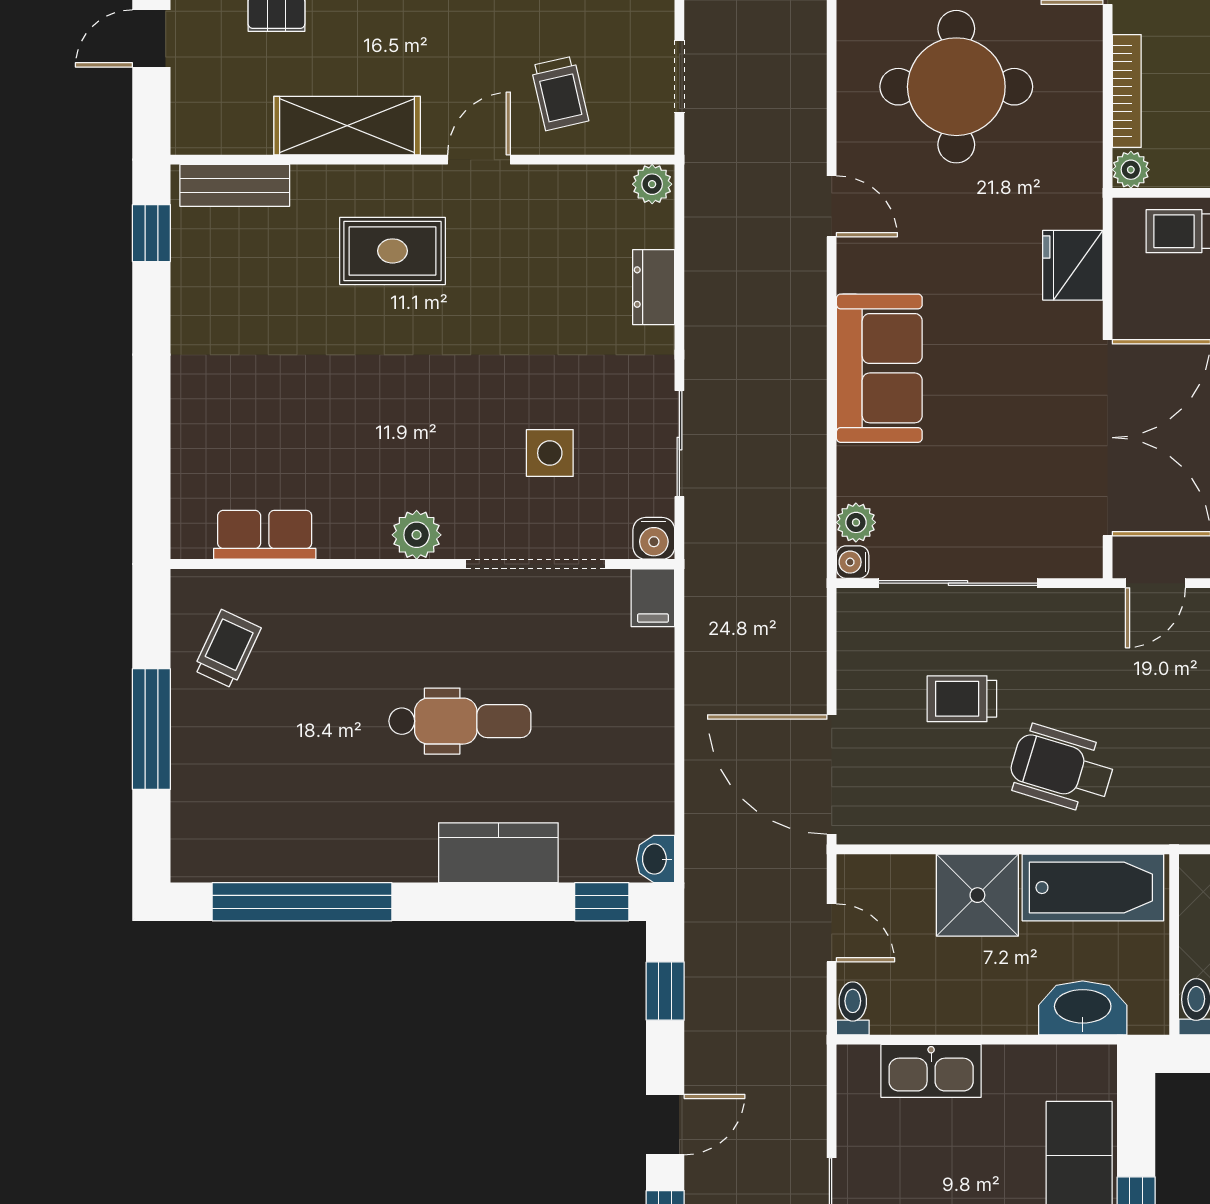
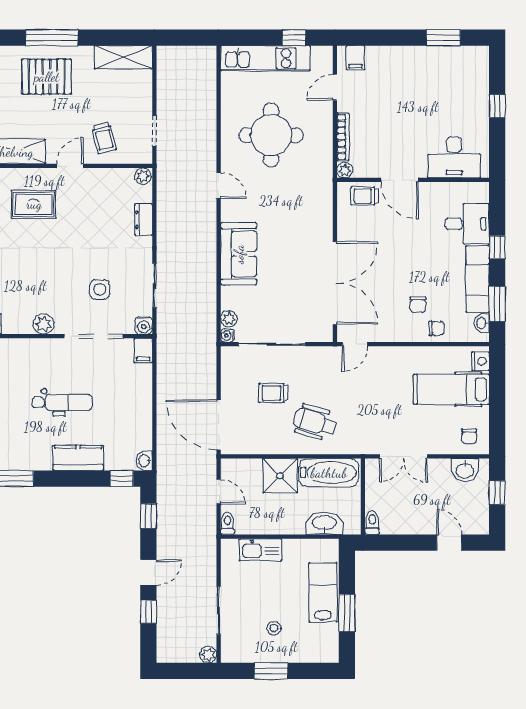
fridge: (1073, 265) -> (320, 210), removed

